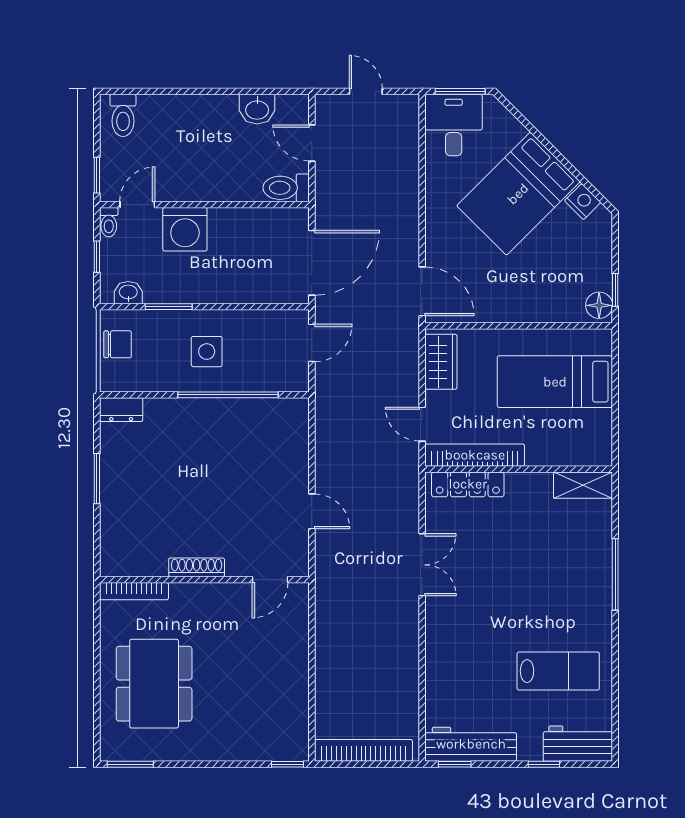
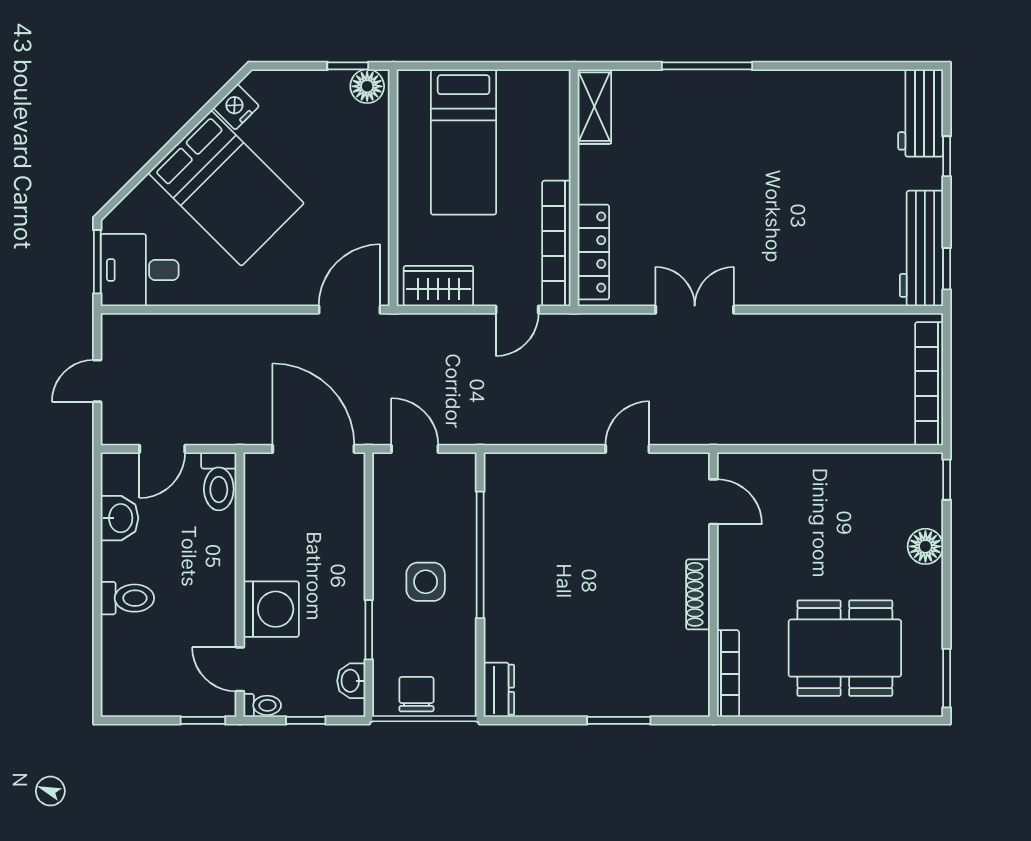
toilet: (123, 115) -> (127, 598), moved
window: (97, 479) -> (619, 720), moved
lab bench: (558, 671) -> (829, 138), removed
floor lamp: (235, 747) -> (925, 546), added

